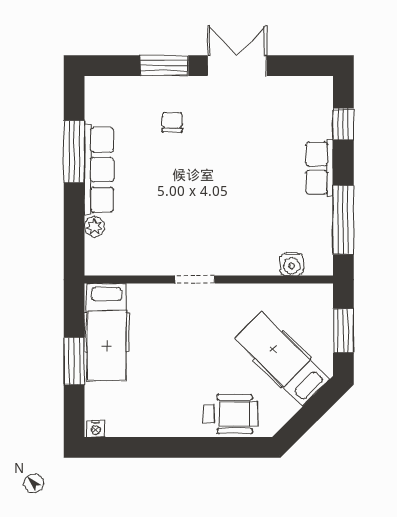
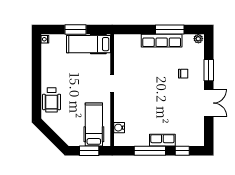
window: (343, 220) -> (150, 151), moved
plant: (94, 227) -> (198, 39), moved
hospital bed: (282, 359) -> (94, 125), moved, turned -45

